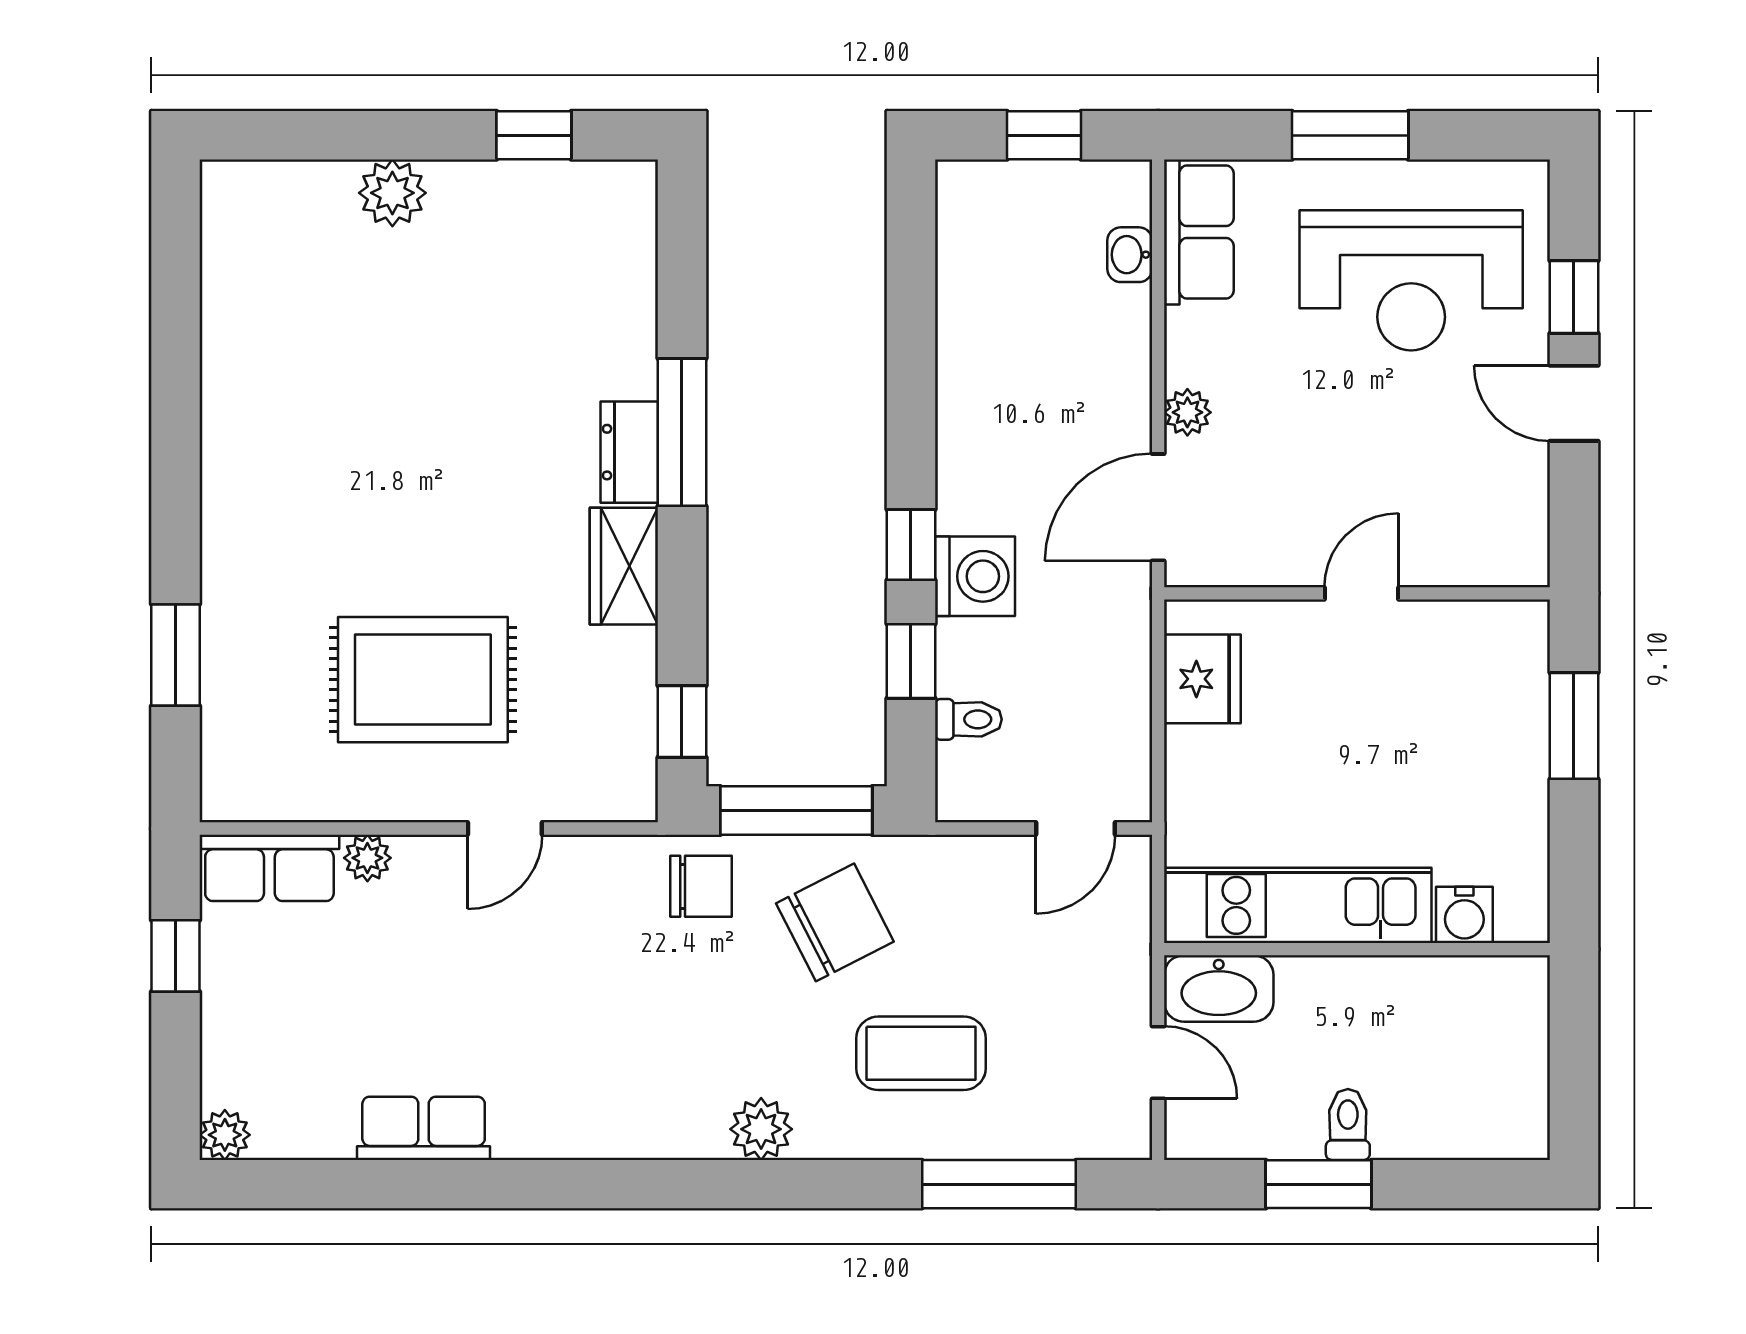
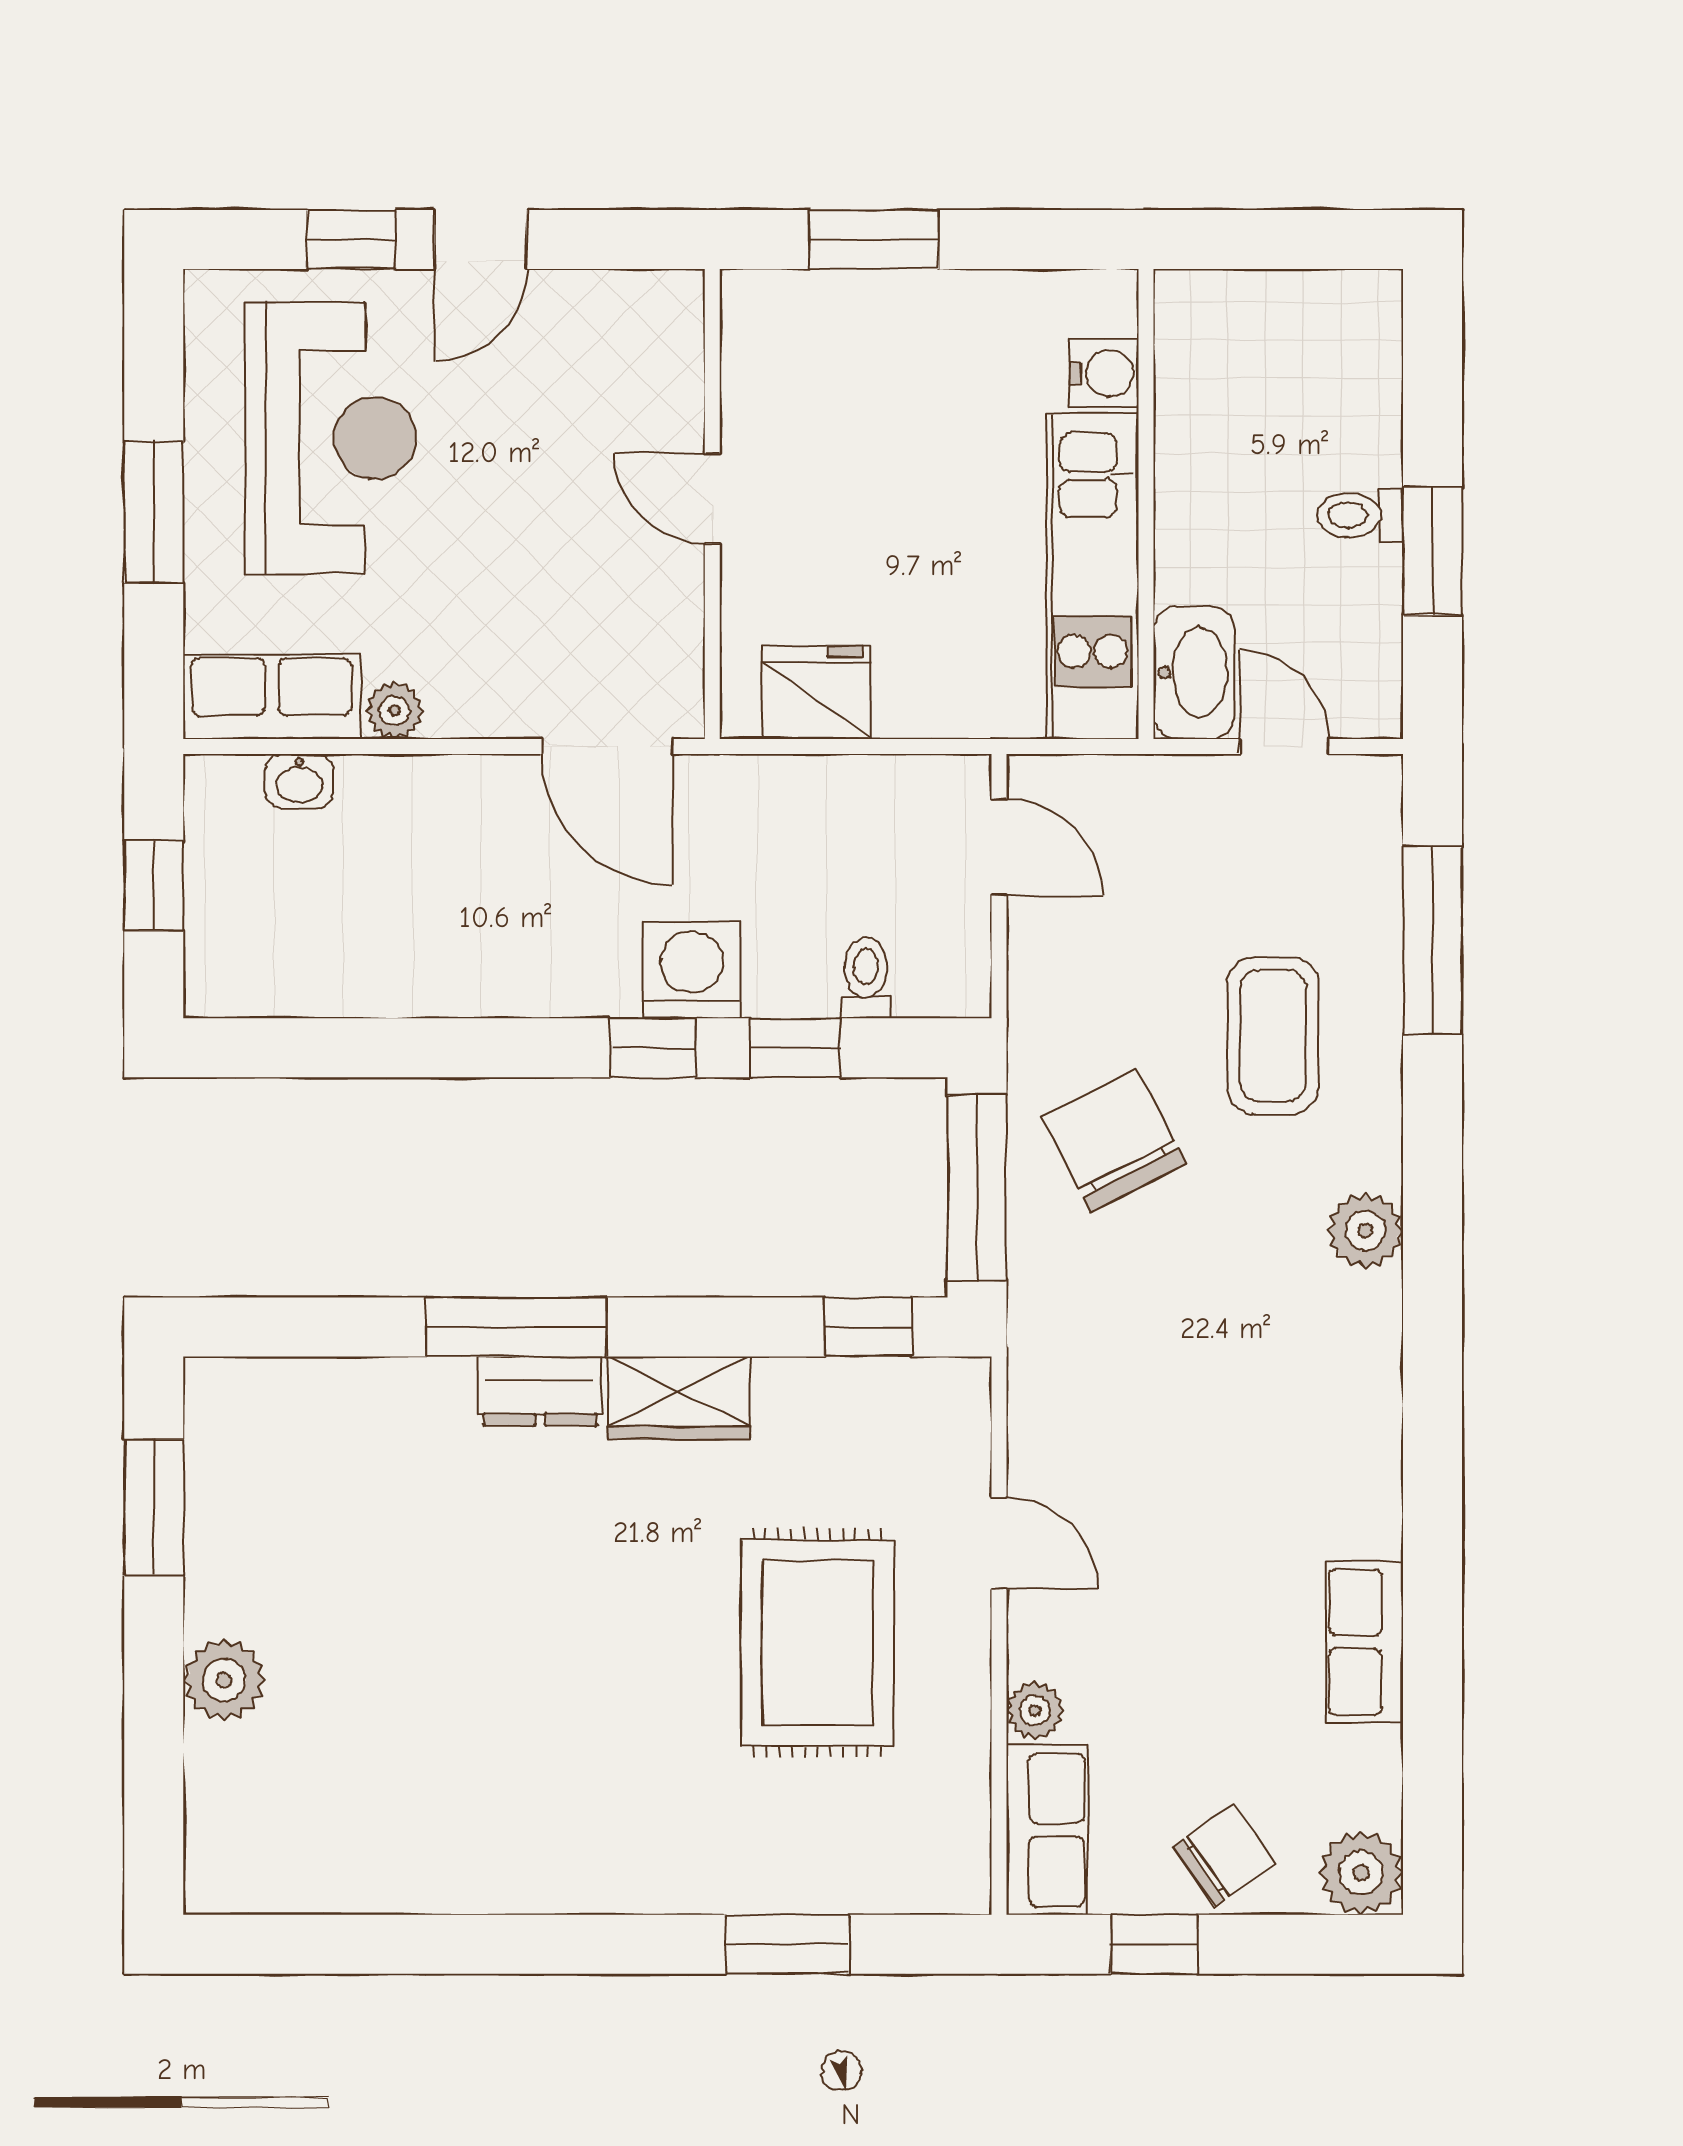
window: (534, 135) -> (154, 1508), width x1.50
plant: (1187, 412) -> (395, 711), moved
chair: (701, 886) -> (1224, 1855), moved, turned 55
door: (1158, 1063) -> (1284, 746), hinge flipped
plant: (225, 1135) -> (1361, 1873), width x1.38, depth x1.38

